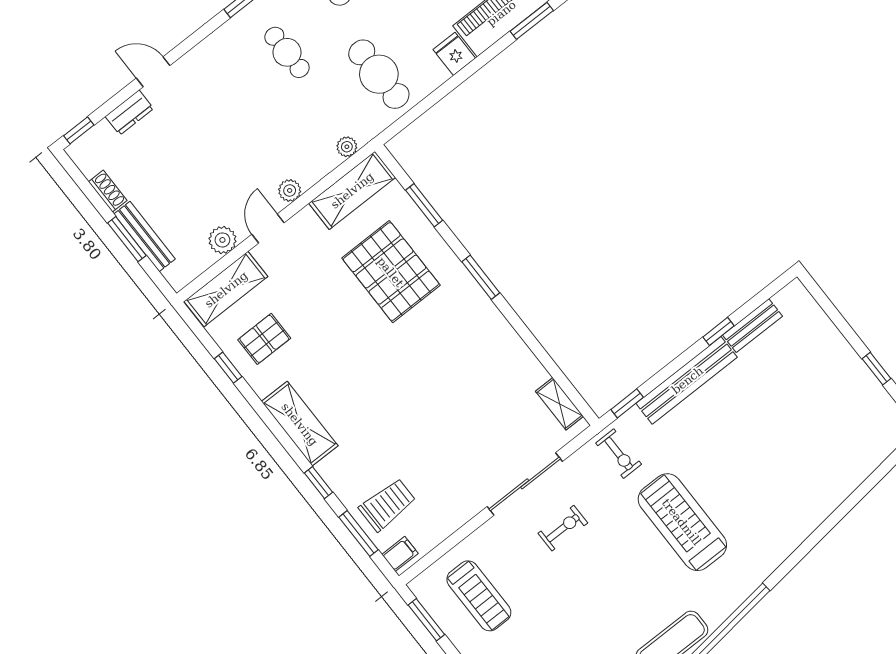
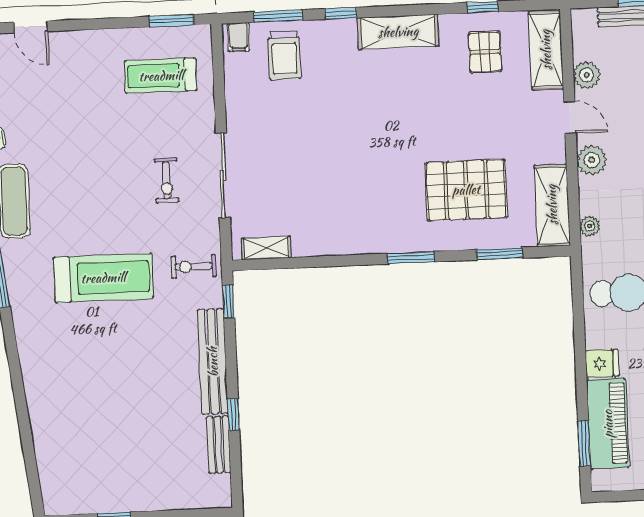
plant: (290, 190) -> (592, 160), width x1.38, depth x1.38

